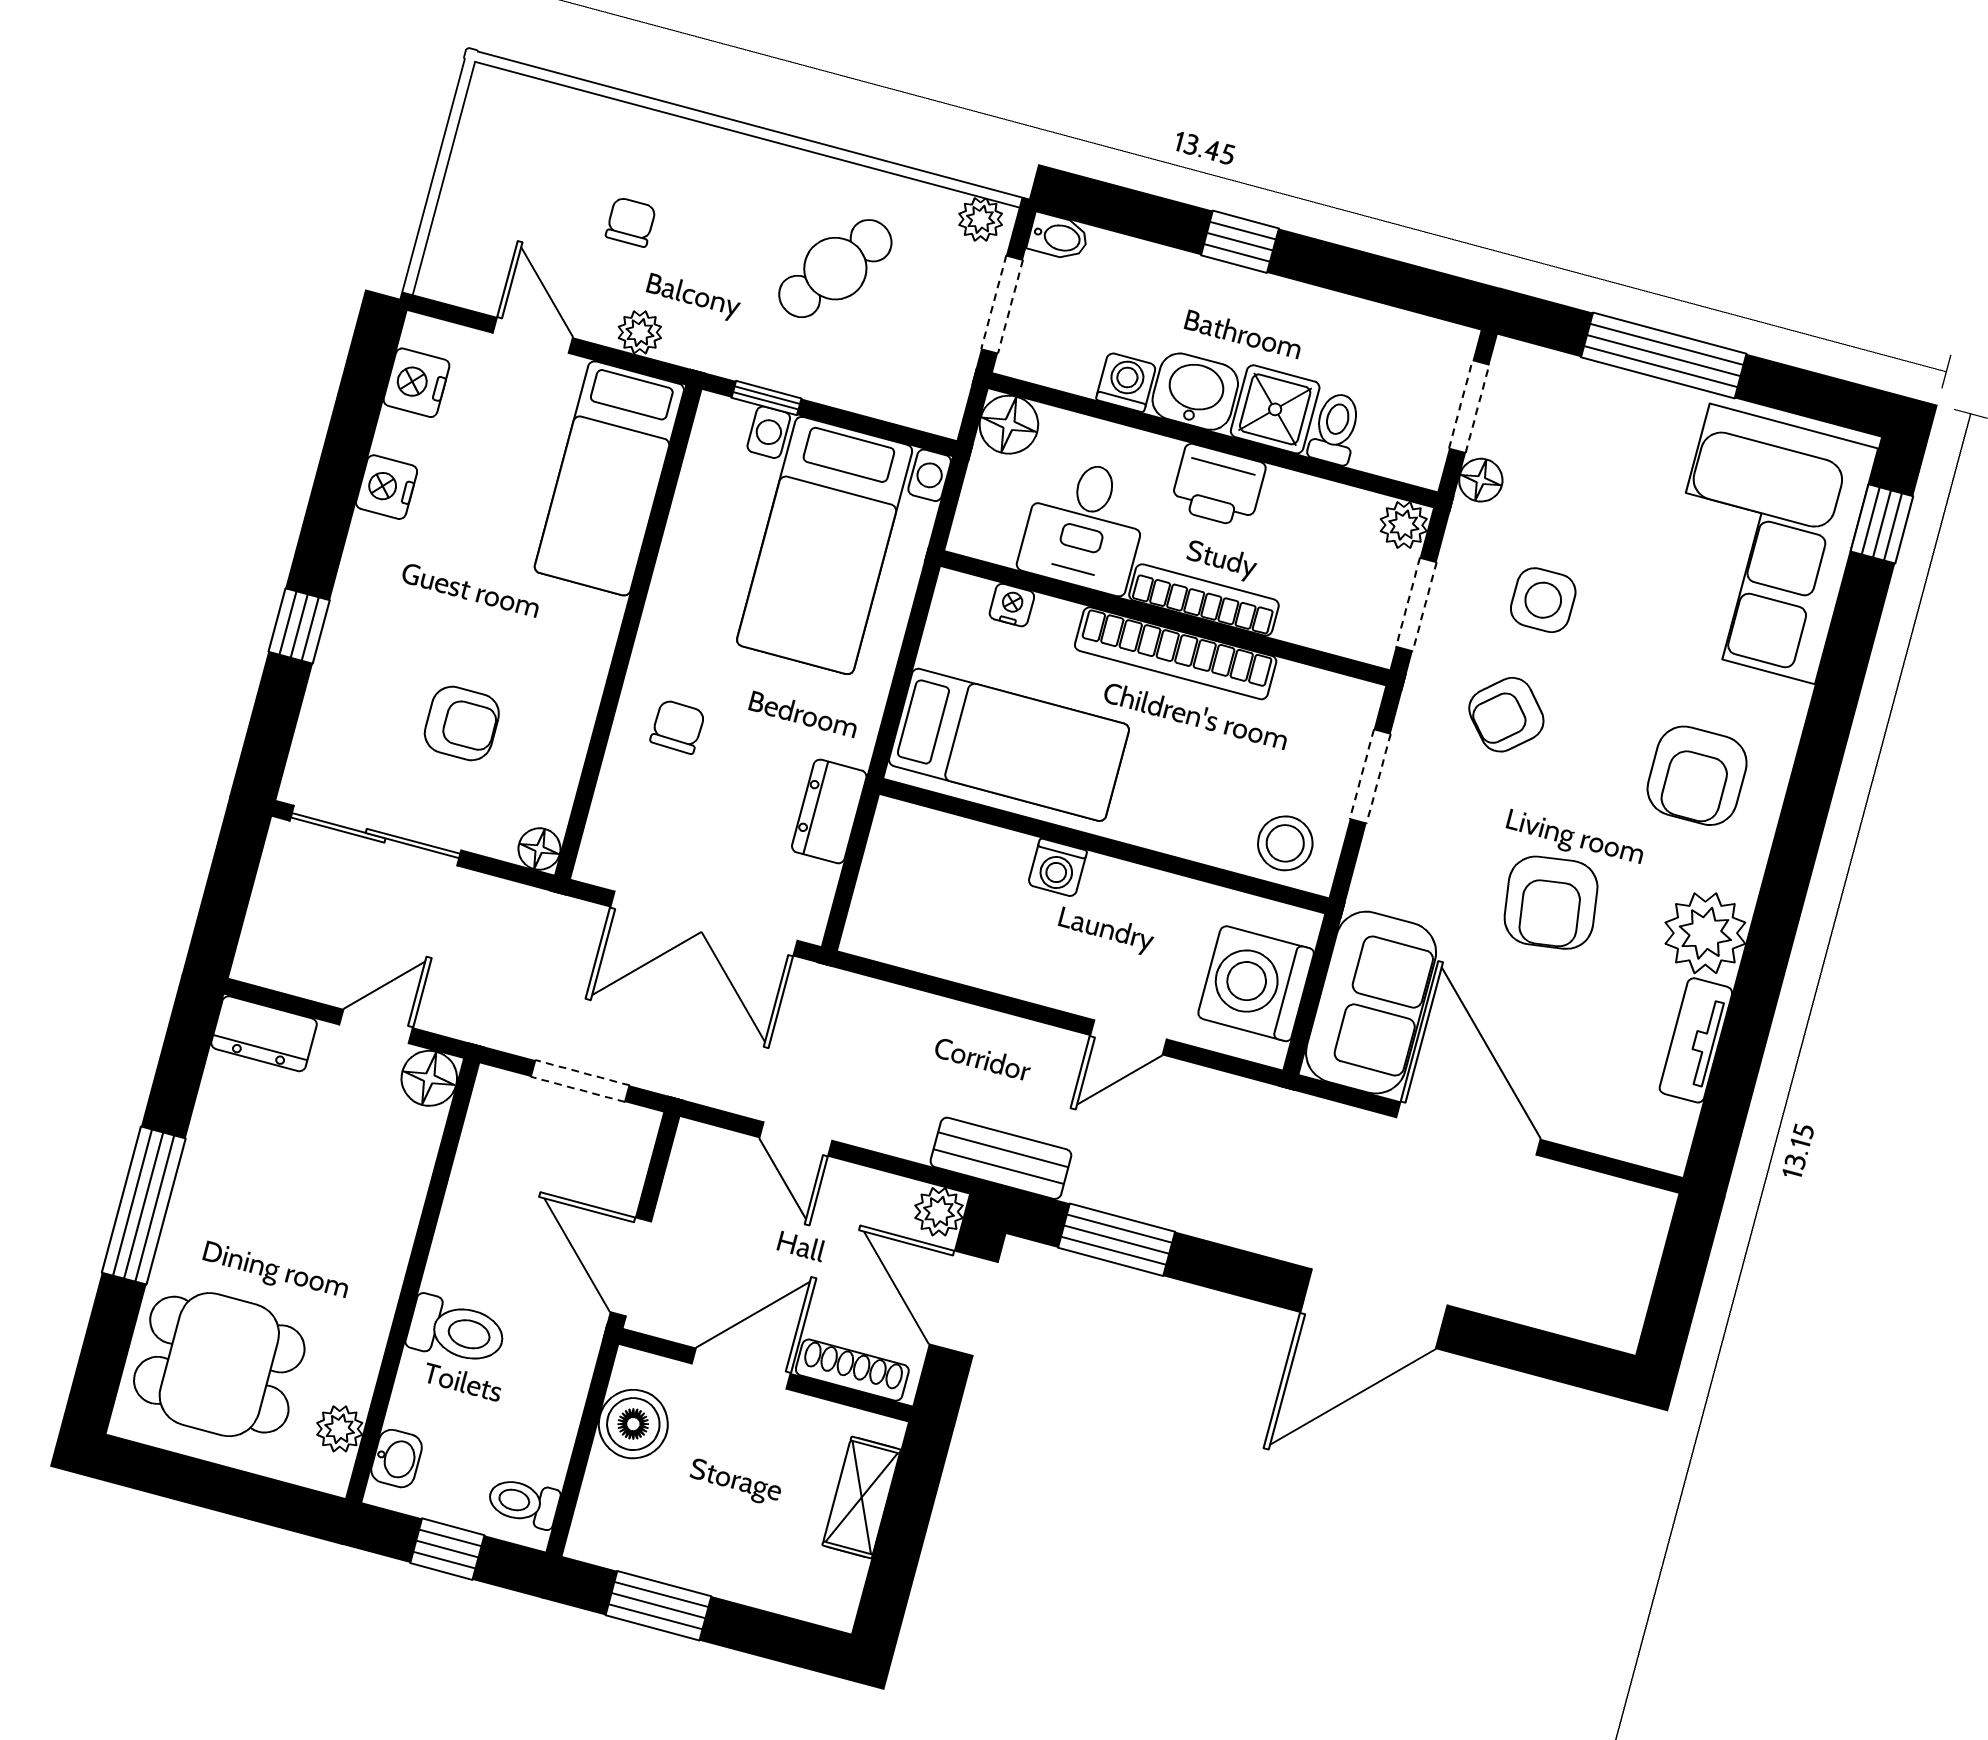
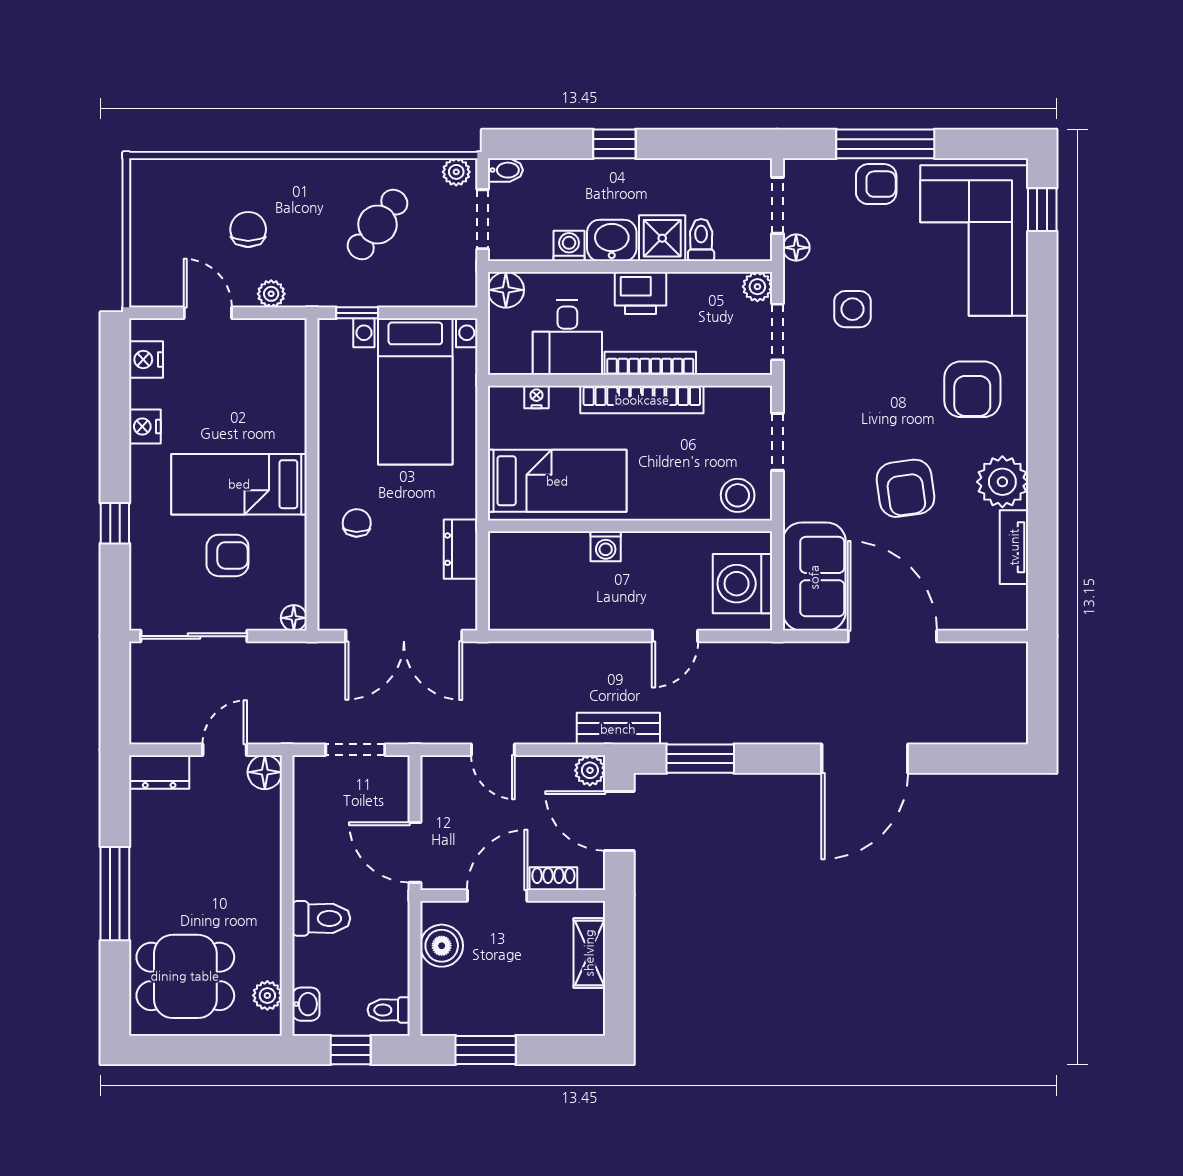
chair: (631, 222) -> (248, 229), width x1.37, depth x1.37
bed: (609, 478) -> (239, 484), moved, turned 90
armchair: (1506, 715) -> (876, 184), moved, turned -139
shoe rack: (852, 1370) -> (553, 879), width x0.70

